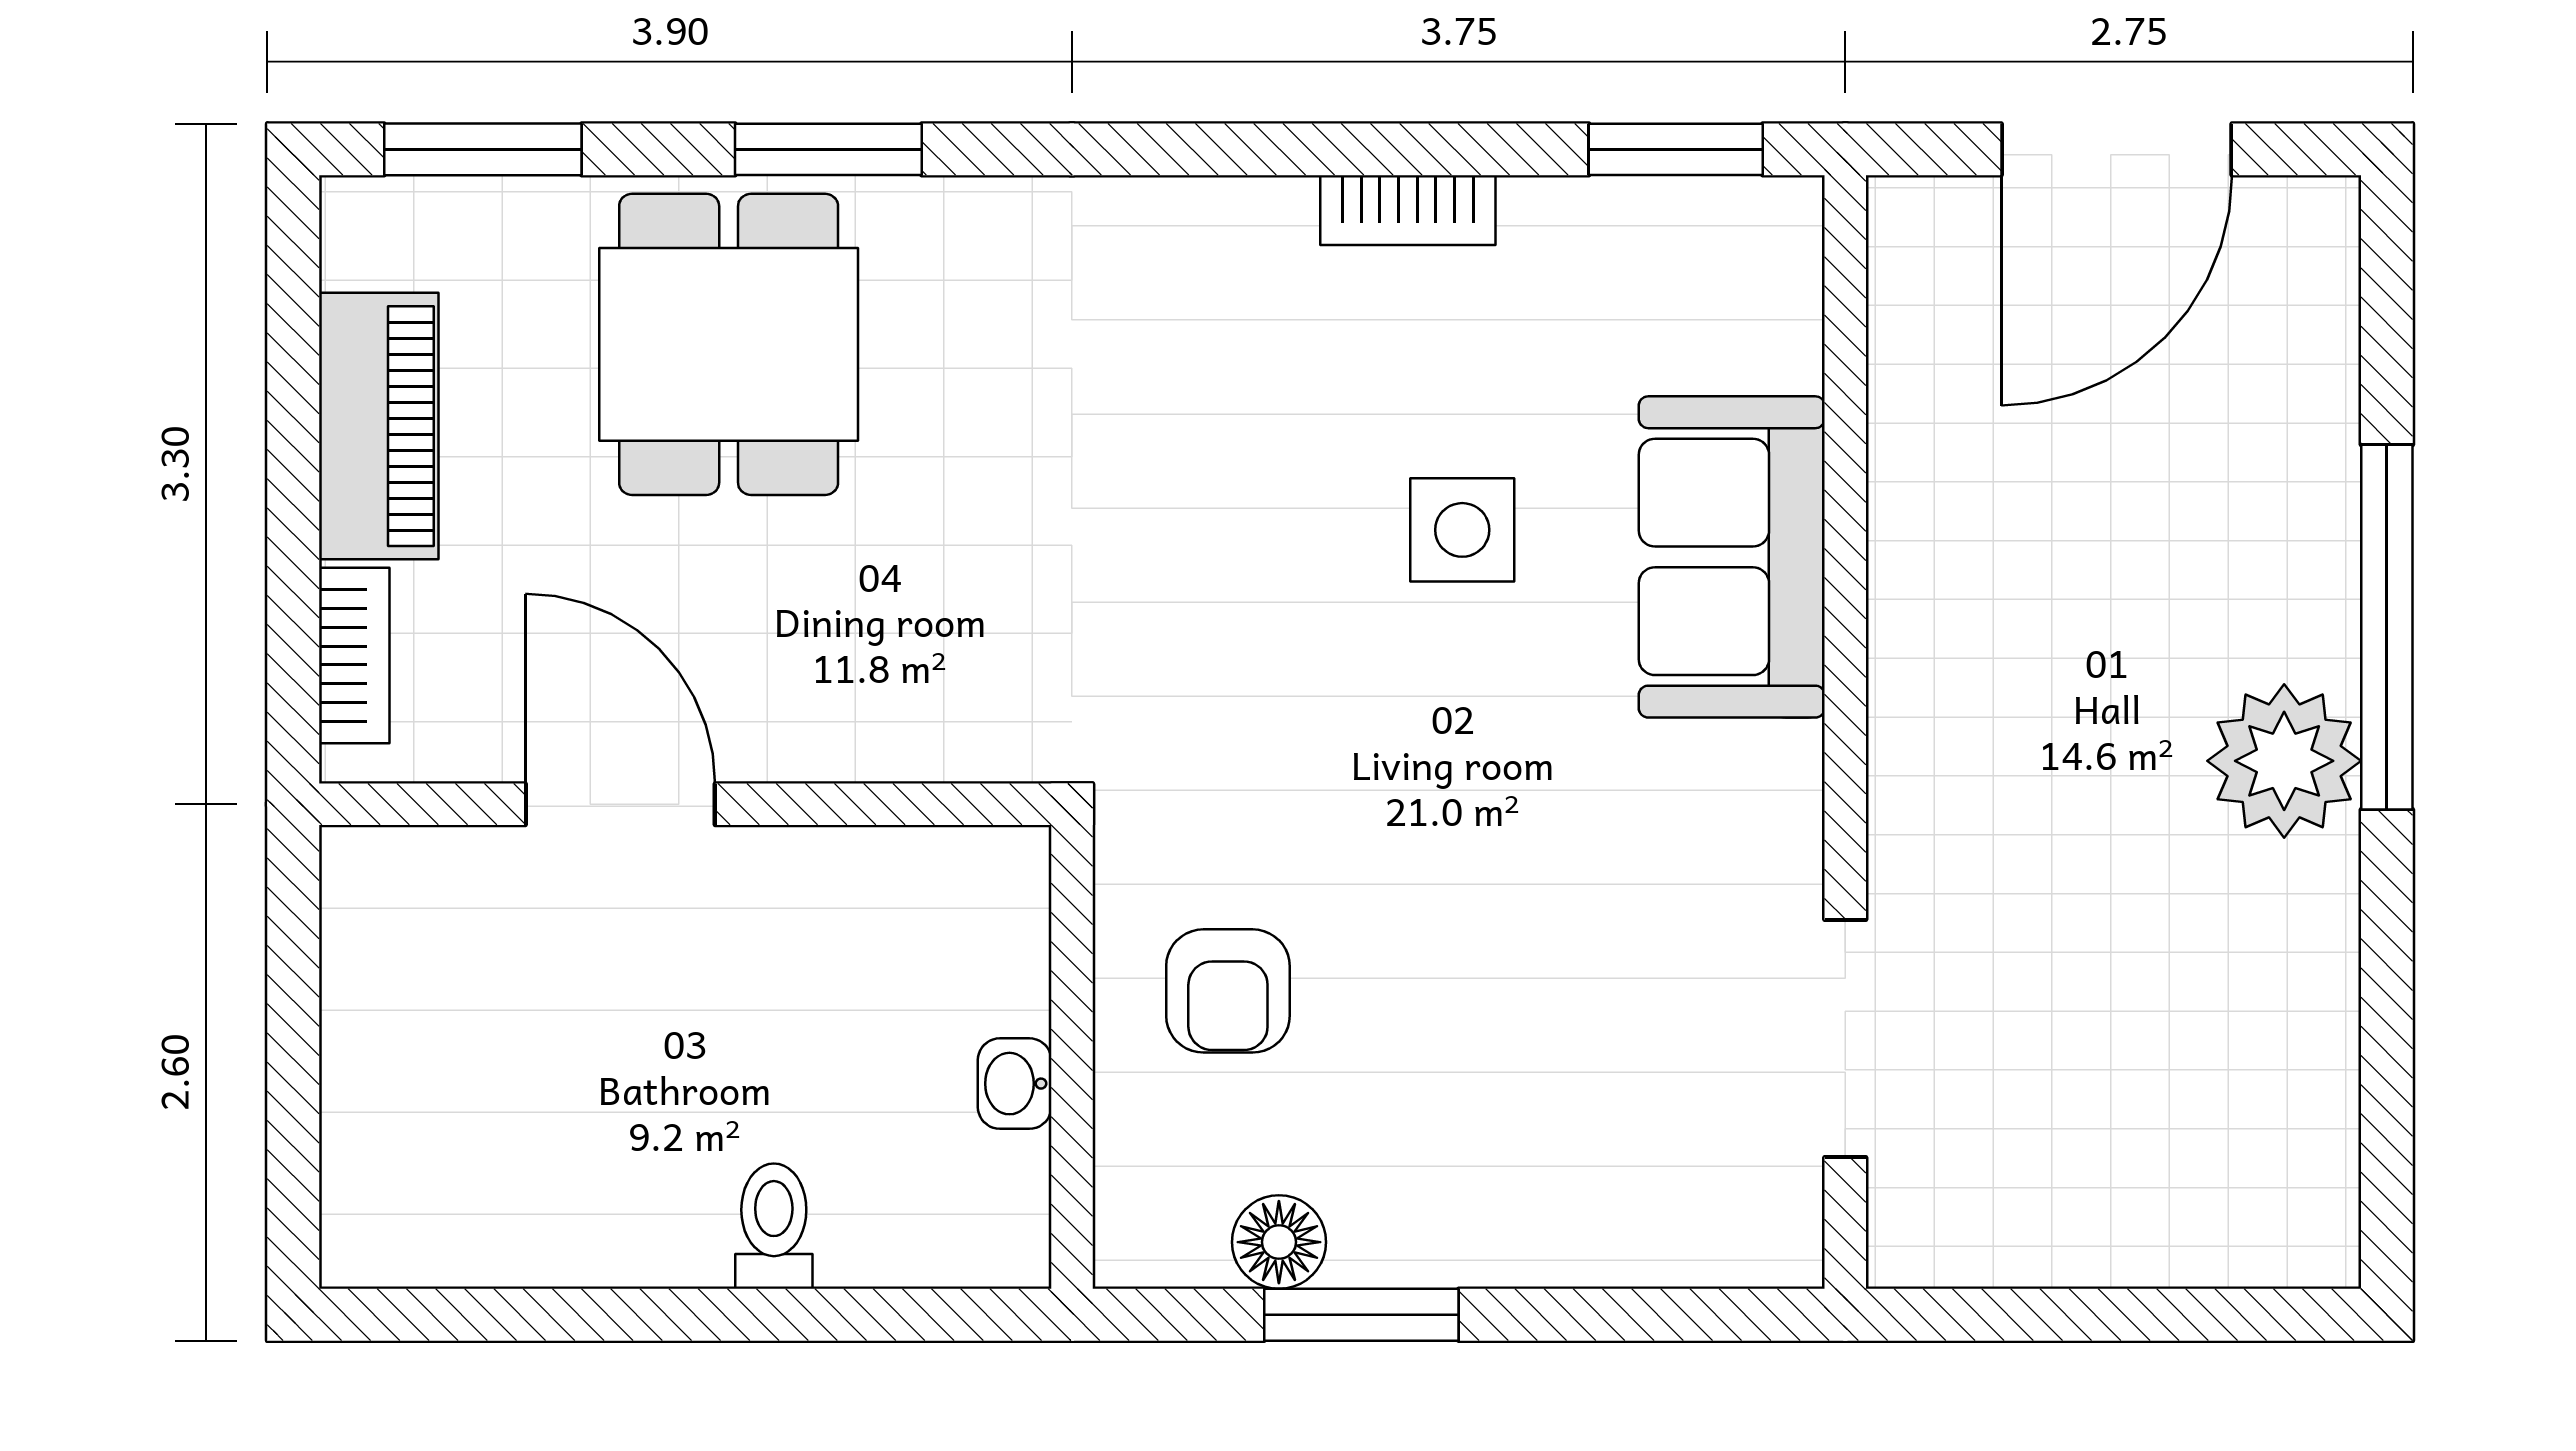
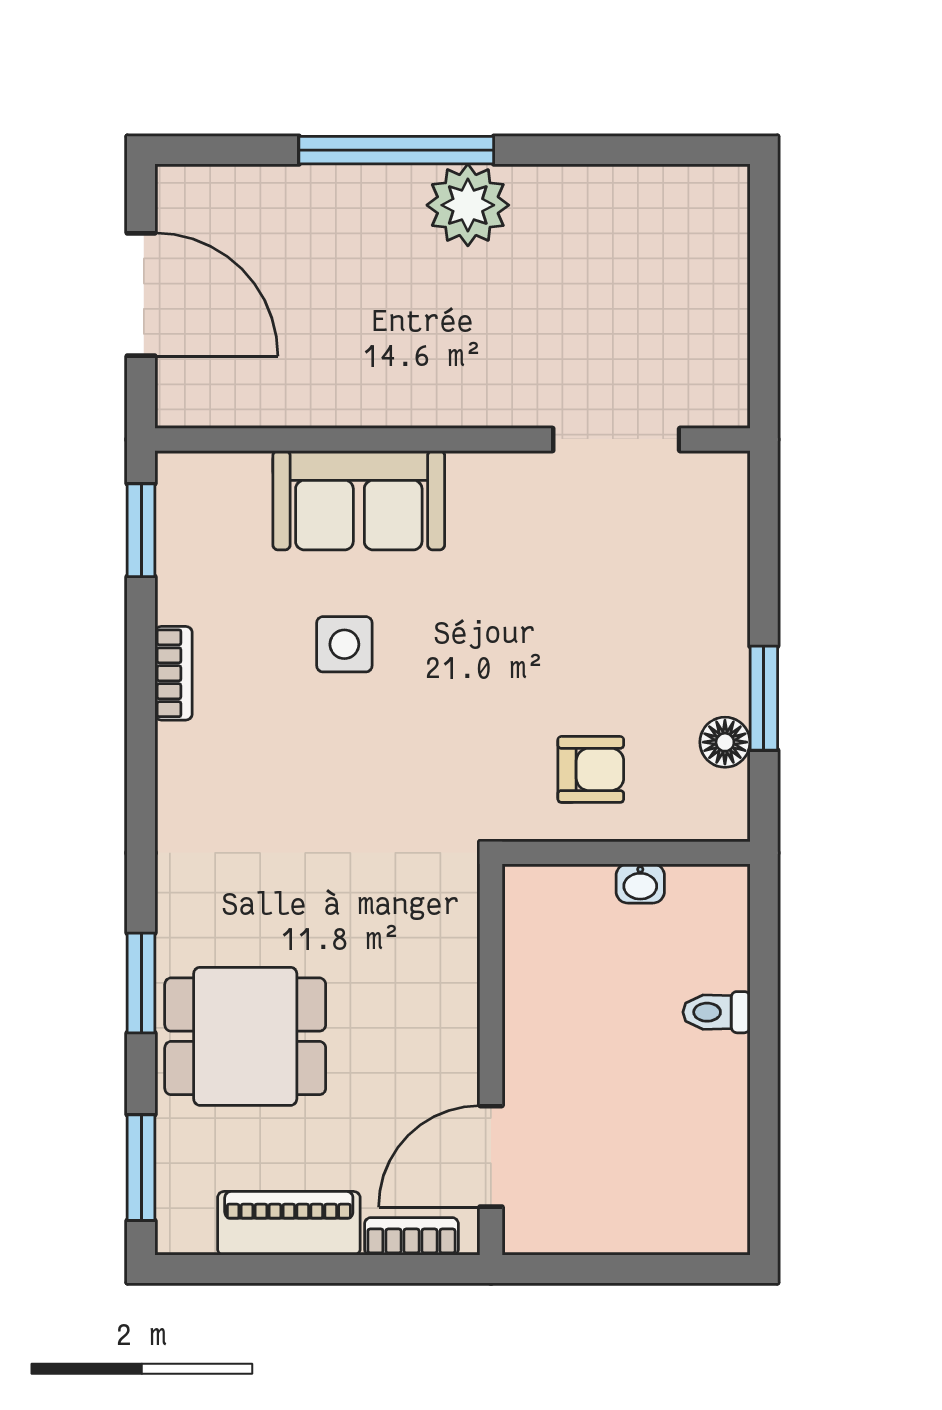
door: (620, 804) -> (491, 1156), moved

